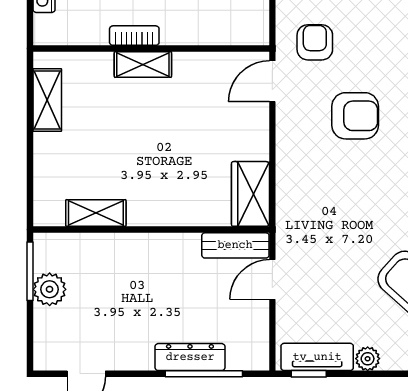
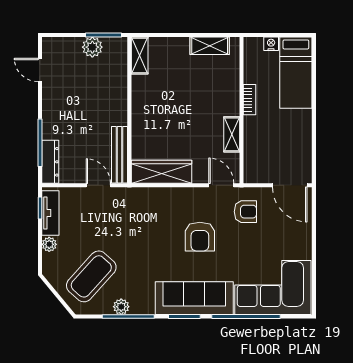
shelving: (143, 64) -> (232, 134), moved
wardrobe: (250, 194) -> (161, 172), width x1.50
shelving: (96, 213) -> (140, 56), moved
bench: (235, 245) -> (120, 155), width x1.36
dresser: (190, 357) -> (50, 162), moved

